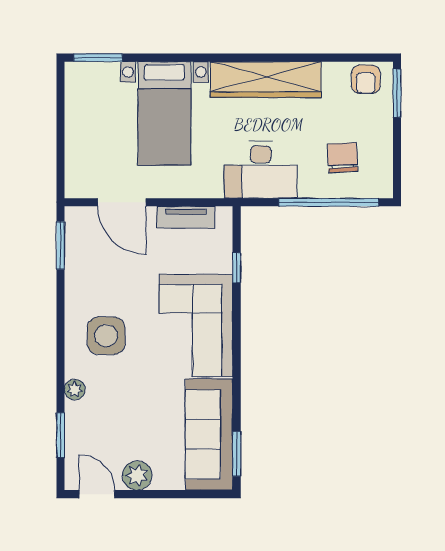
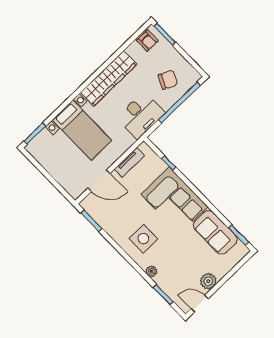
chair: (343, 158) -> (168, 80), turned 119
sofa: (209, 435) -> (215, 232), width x0.73

